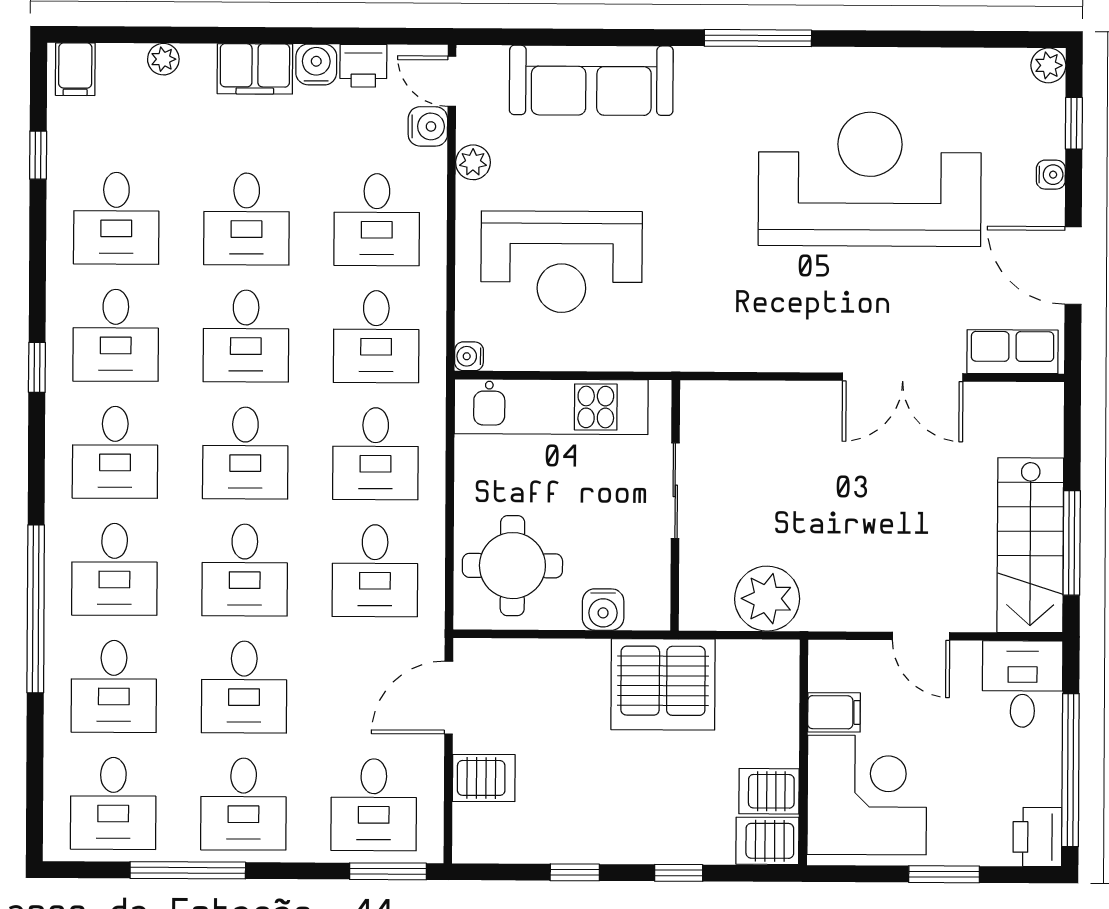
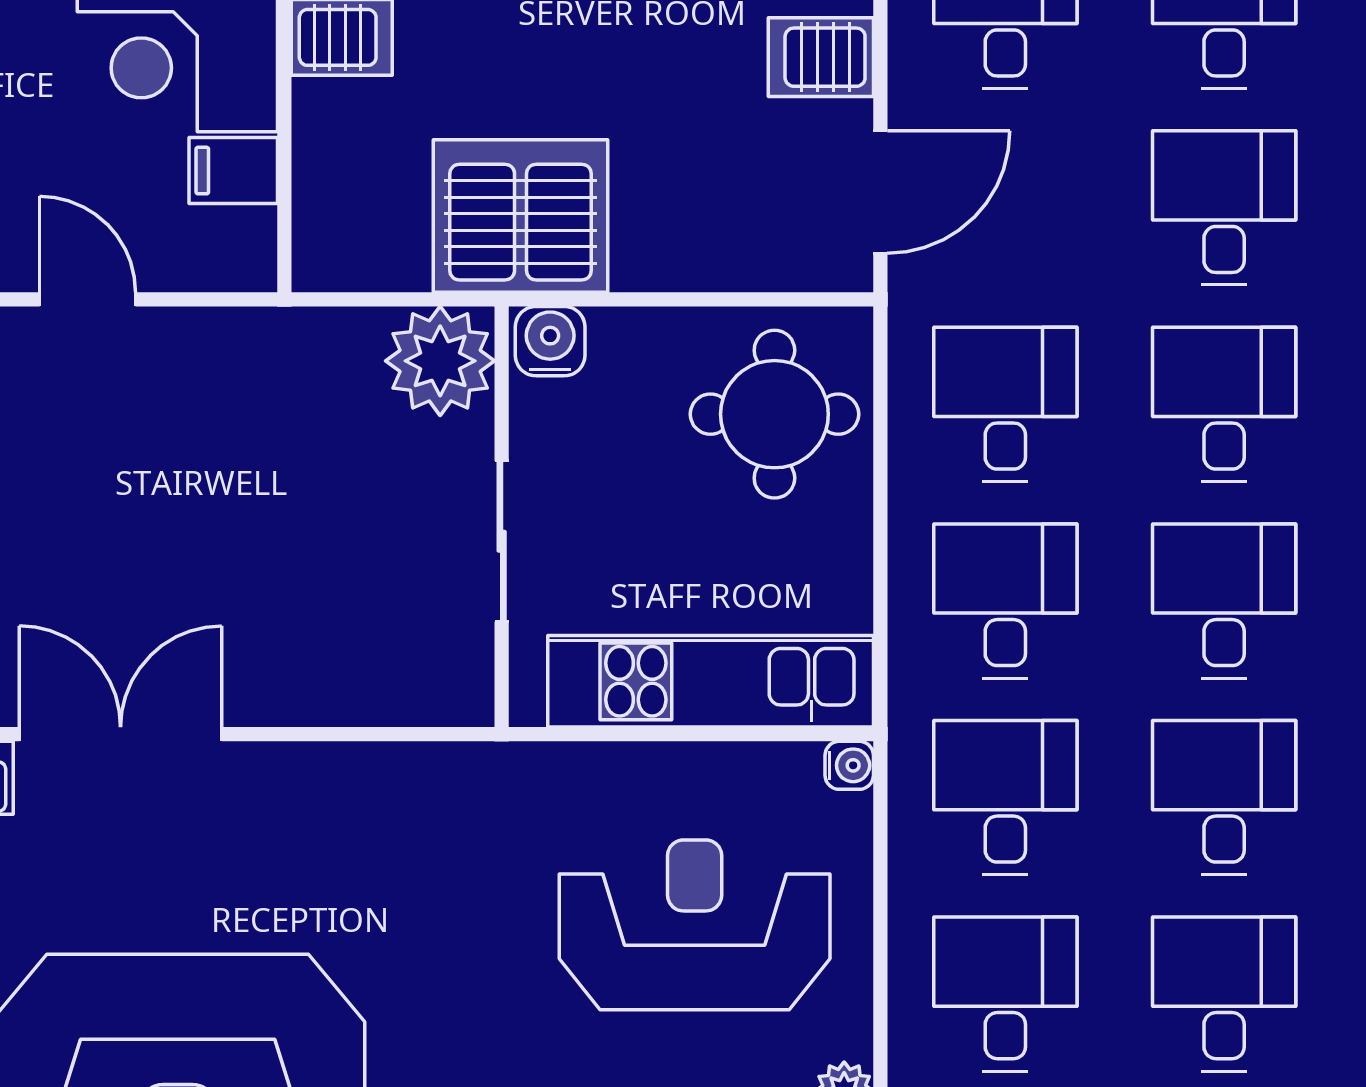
plant: (767, 599) -> (440, 361), moved
water cooler: (603, 610) -> (550, 341), moved

